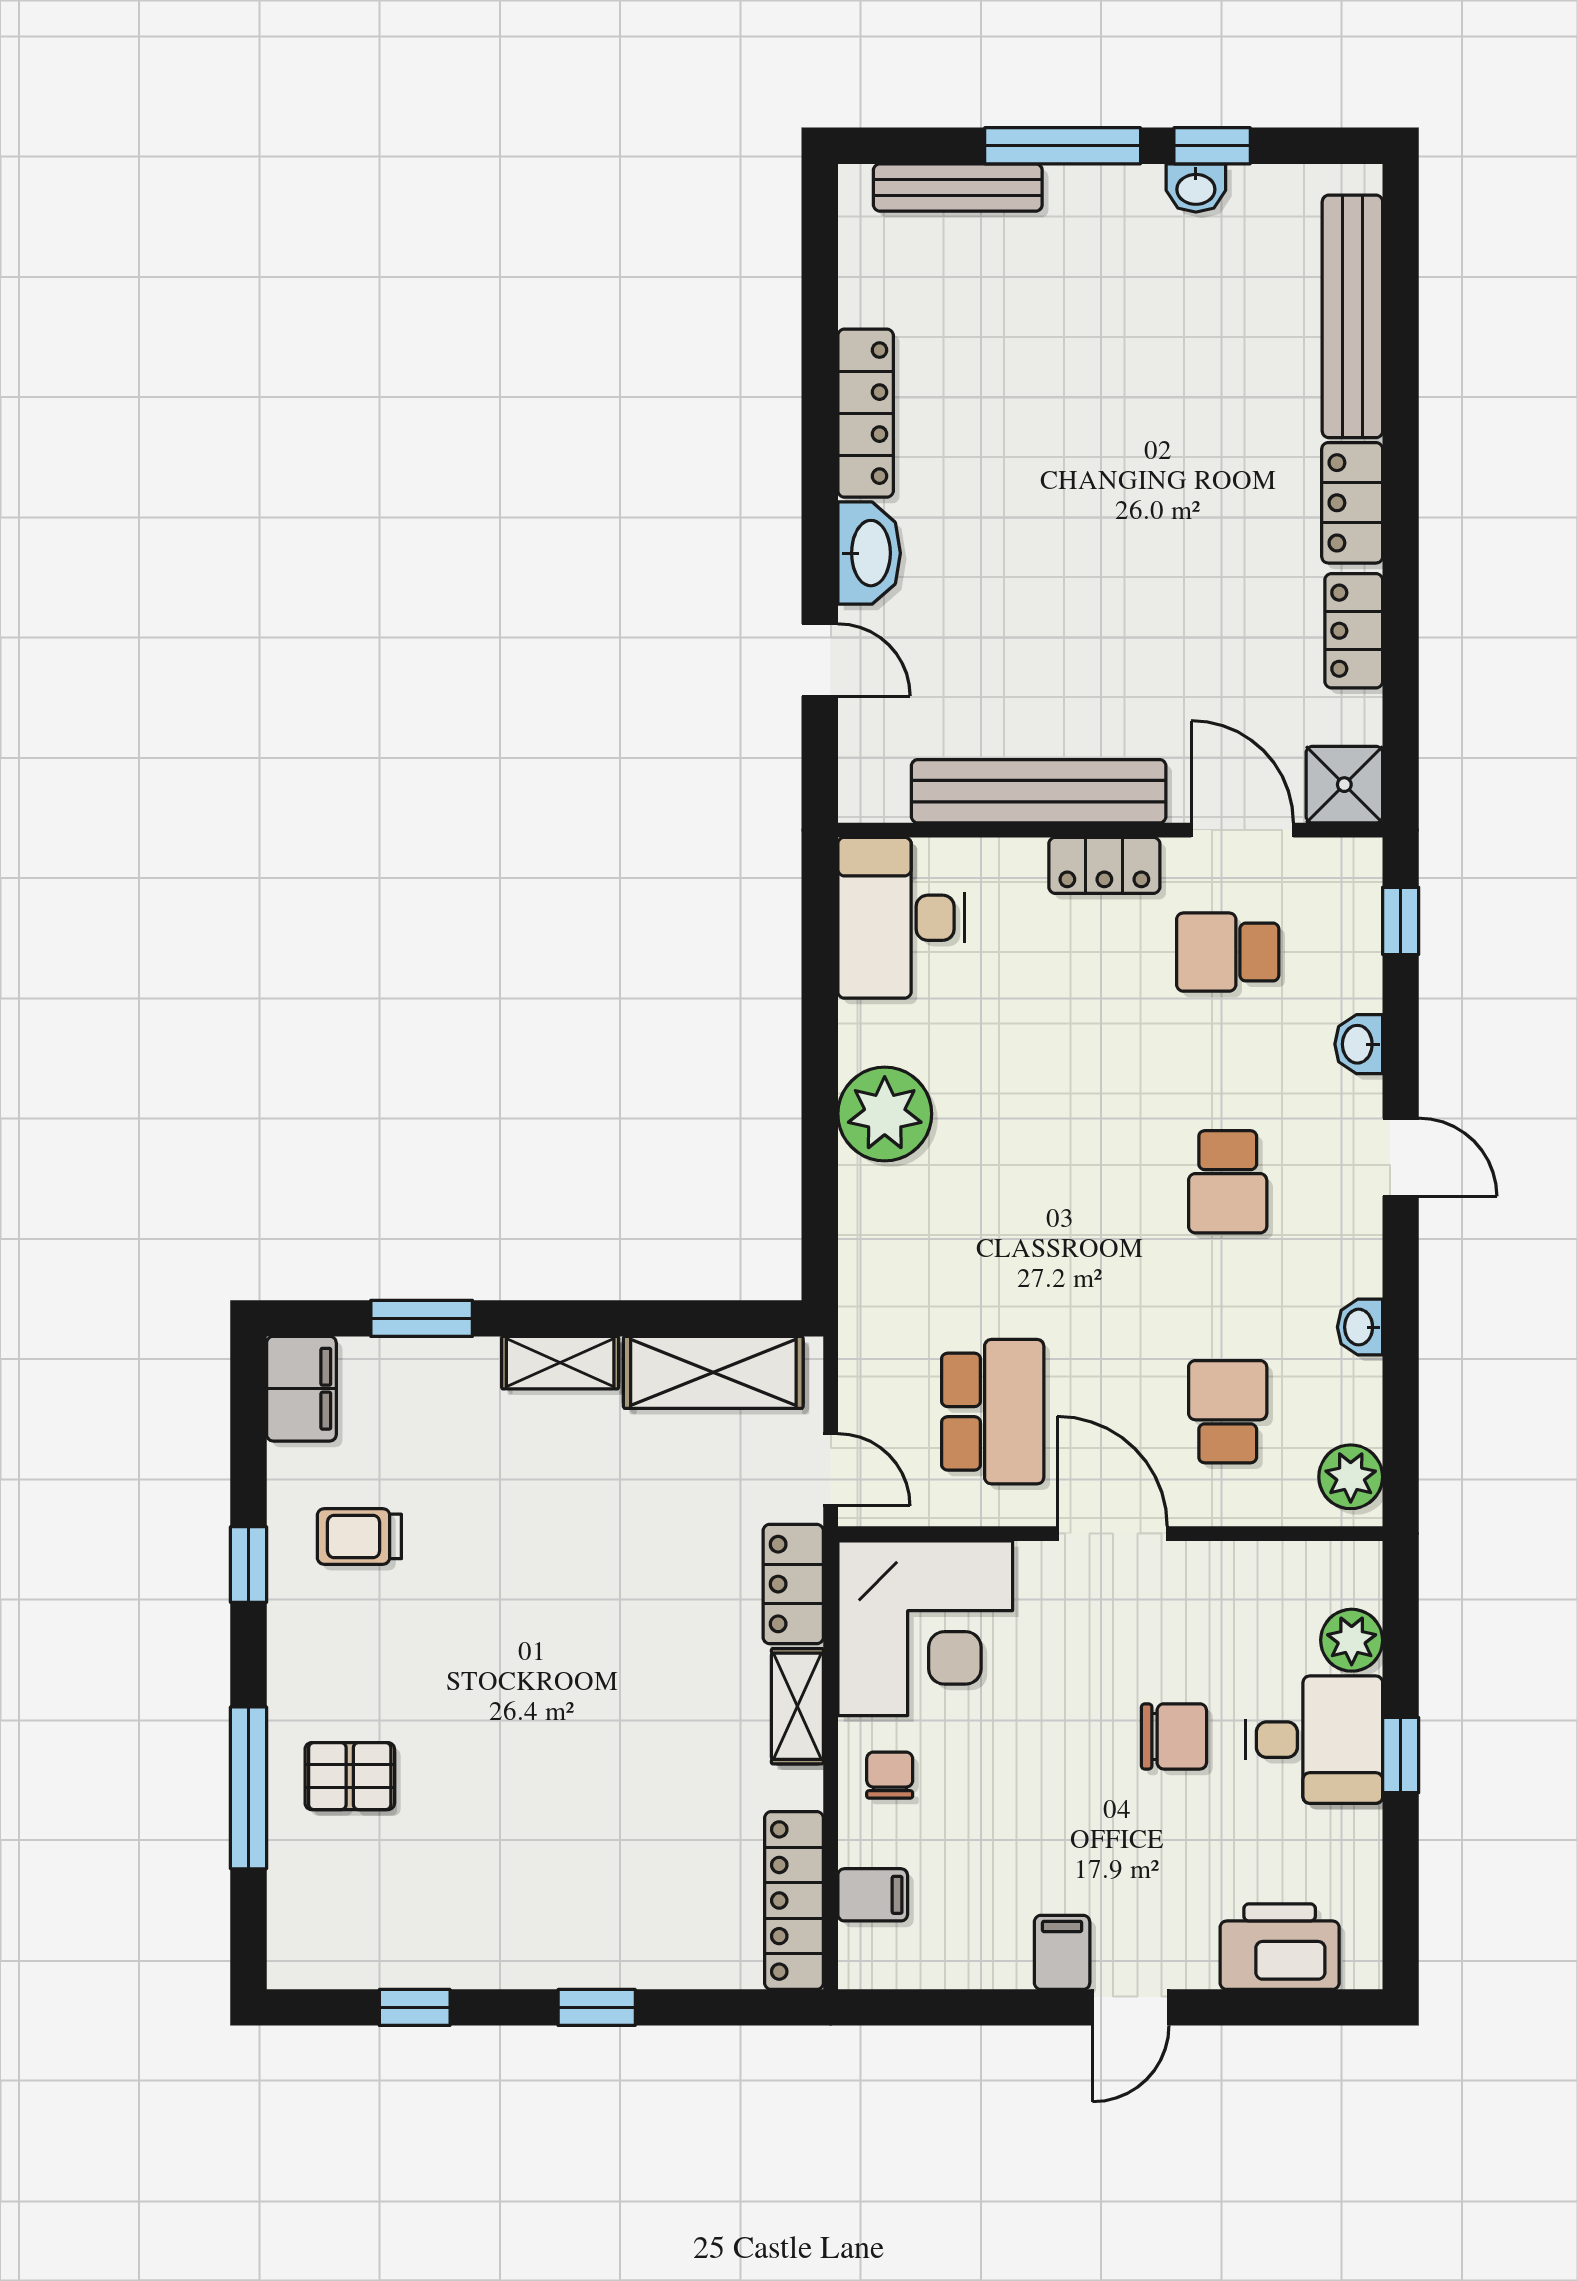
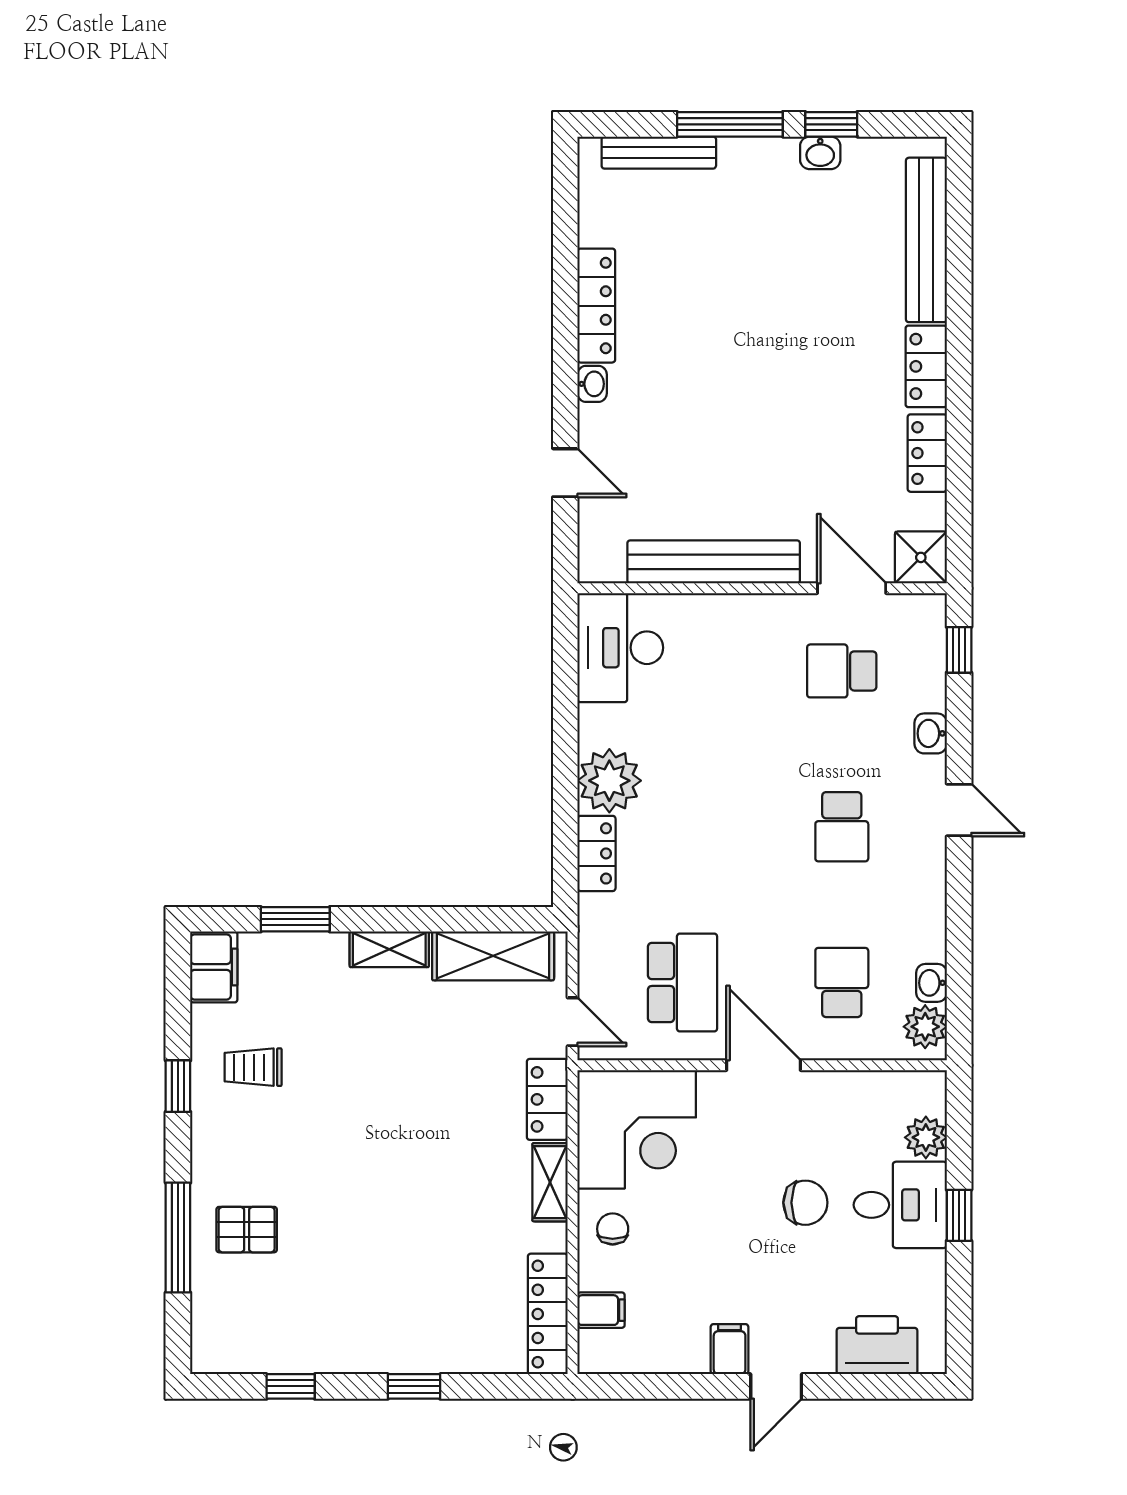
washbasin: (869, 553) -> (592, 384), width x0.52, depth x0.69
locker: (1104, 865) -> (596, 853), moved, turned -90
washbasin: (1360, 1327) -> (931, 983), moved

